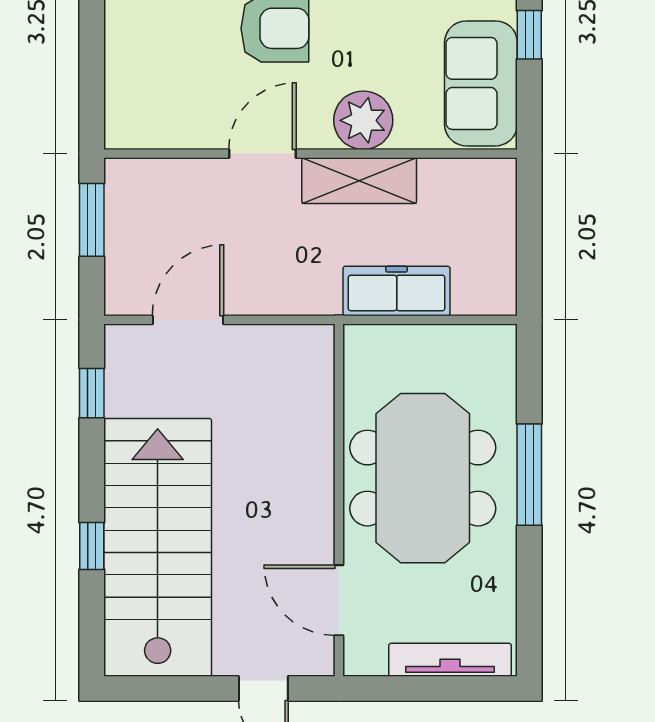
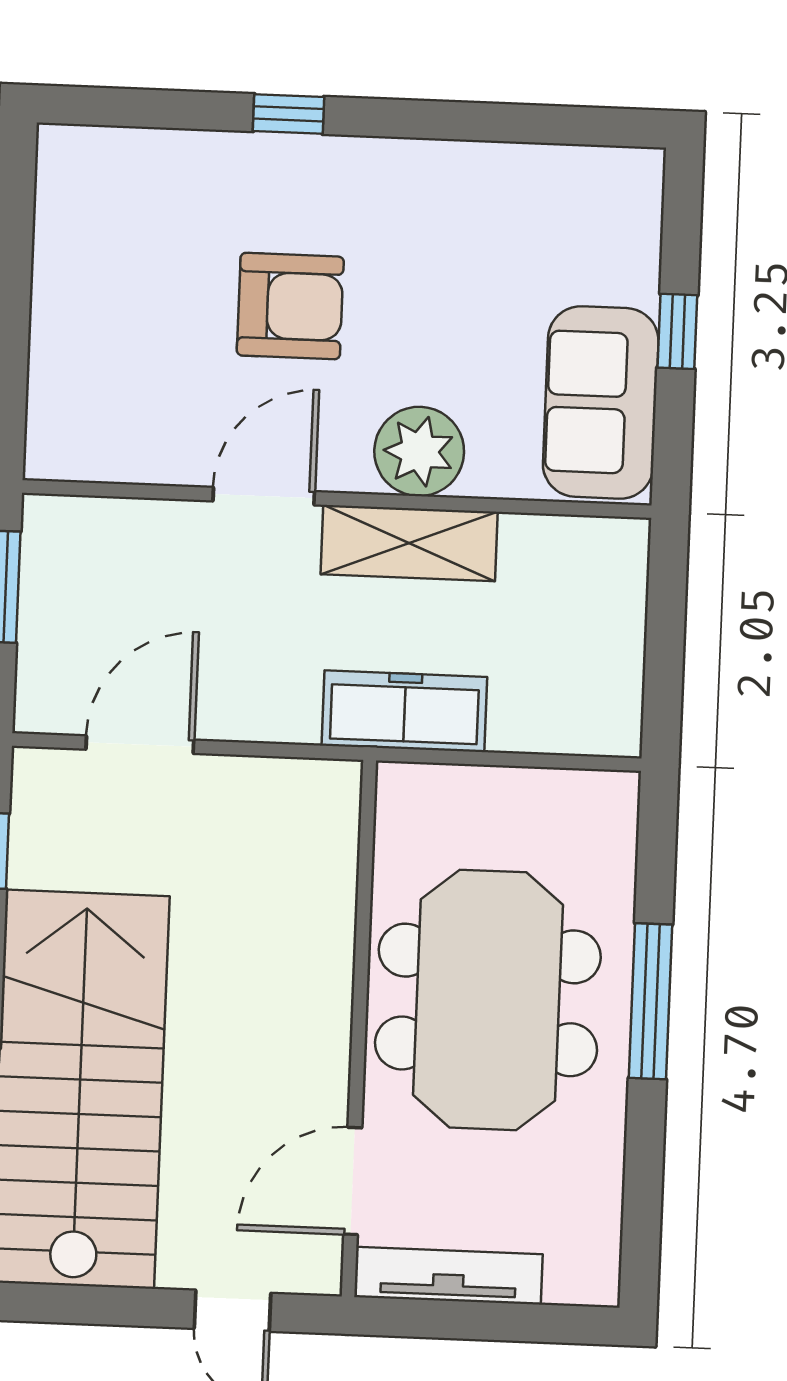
freezer: (397, 291) -> (404, 711), moved
door: (339, 600) -> (353, 1181), hinge flipped
tv unit: (450, 660) -> (448, 1276), moved

